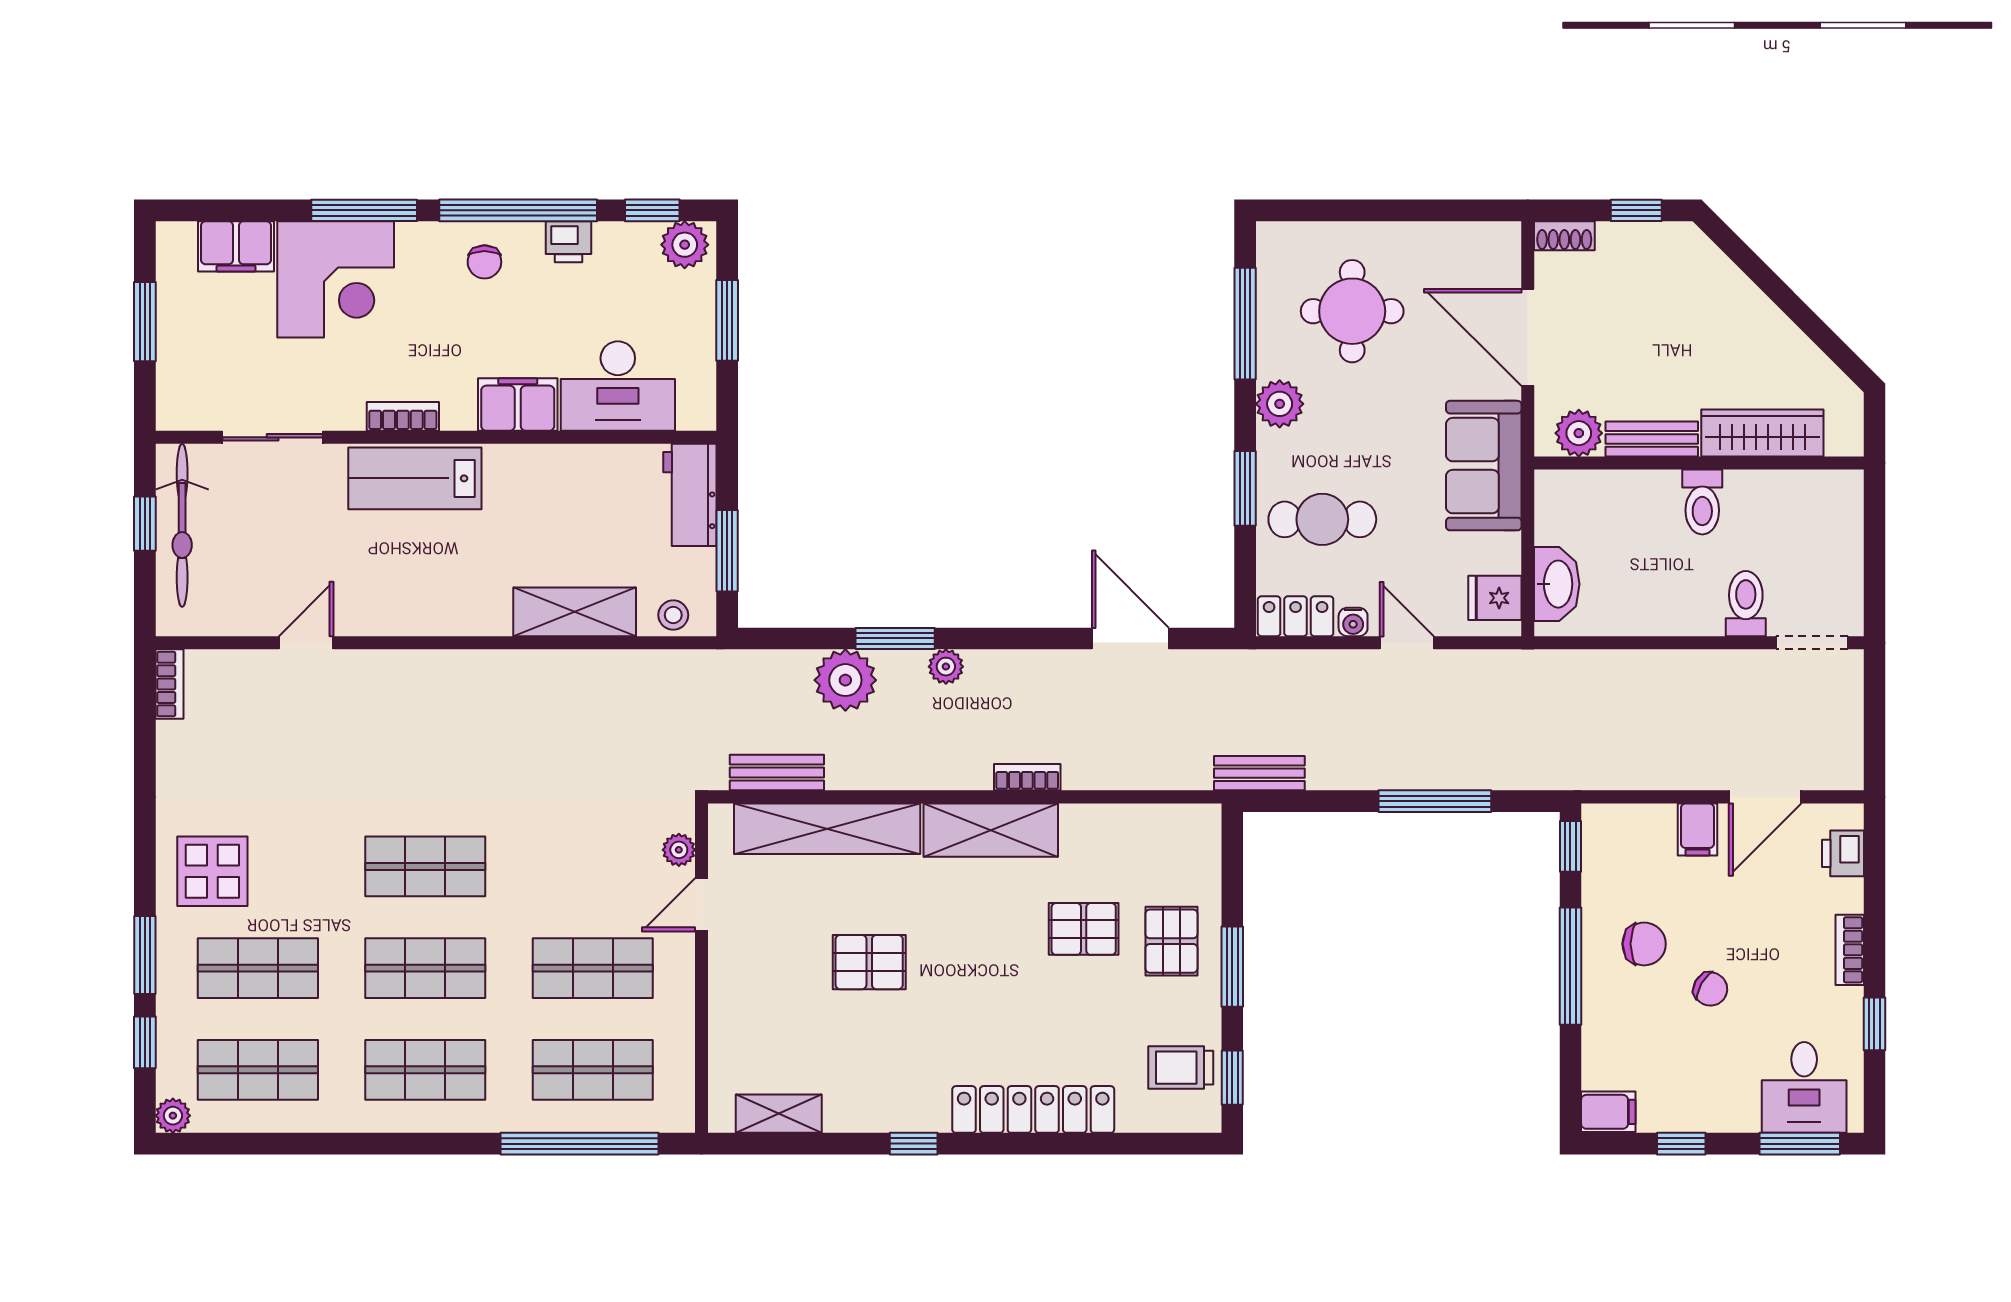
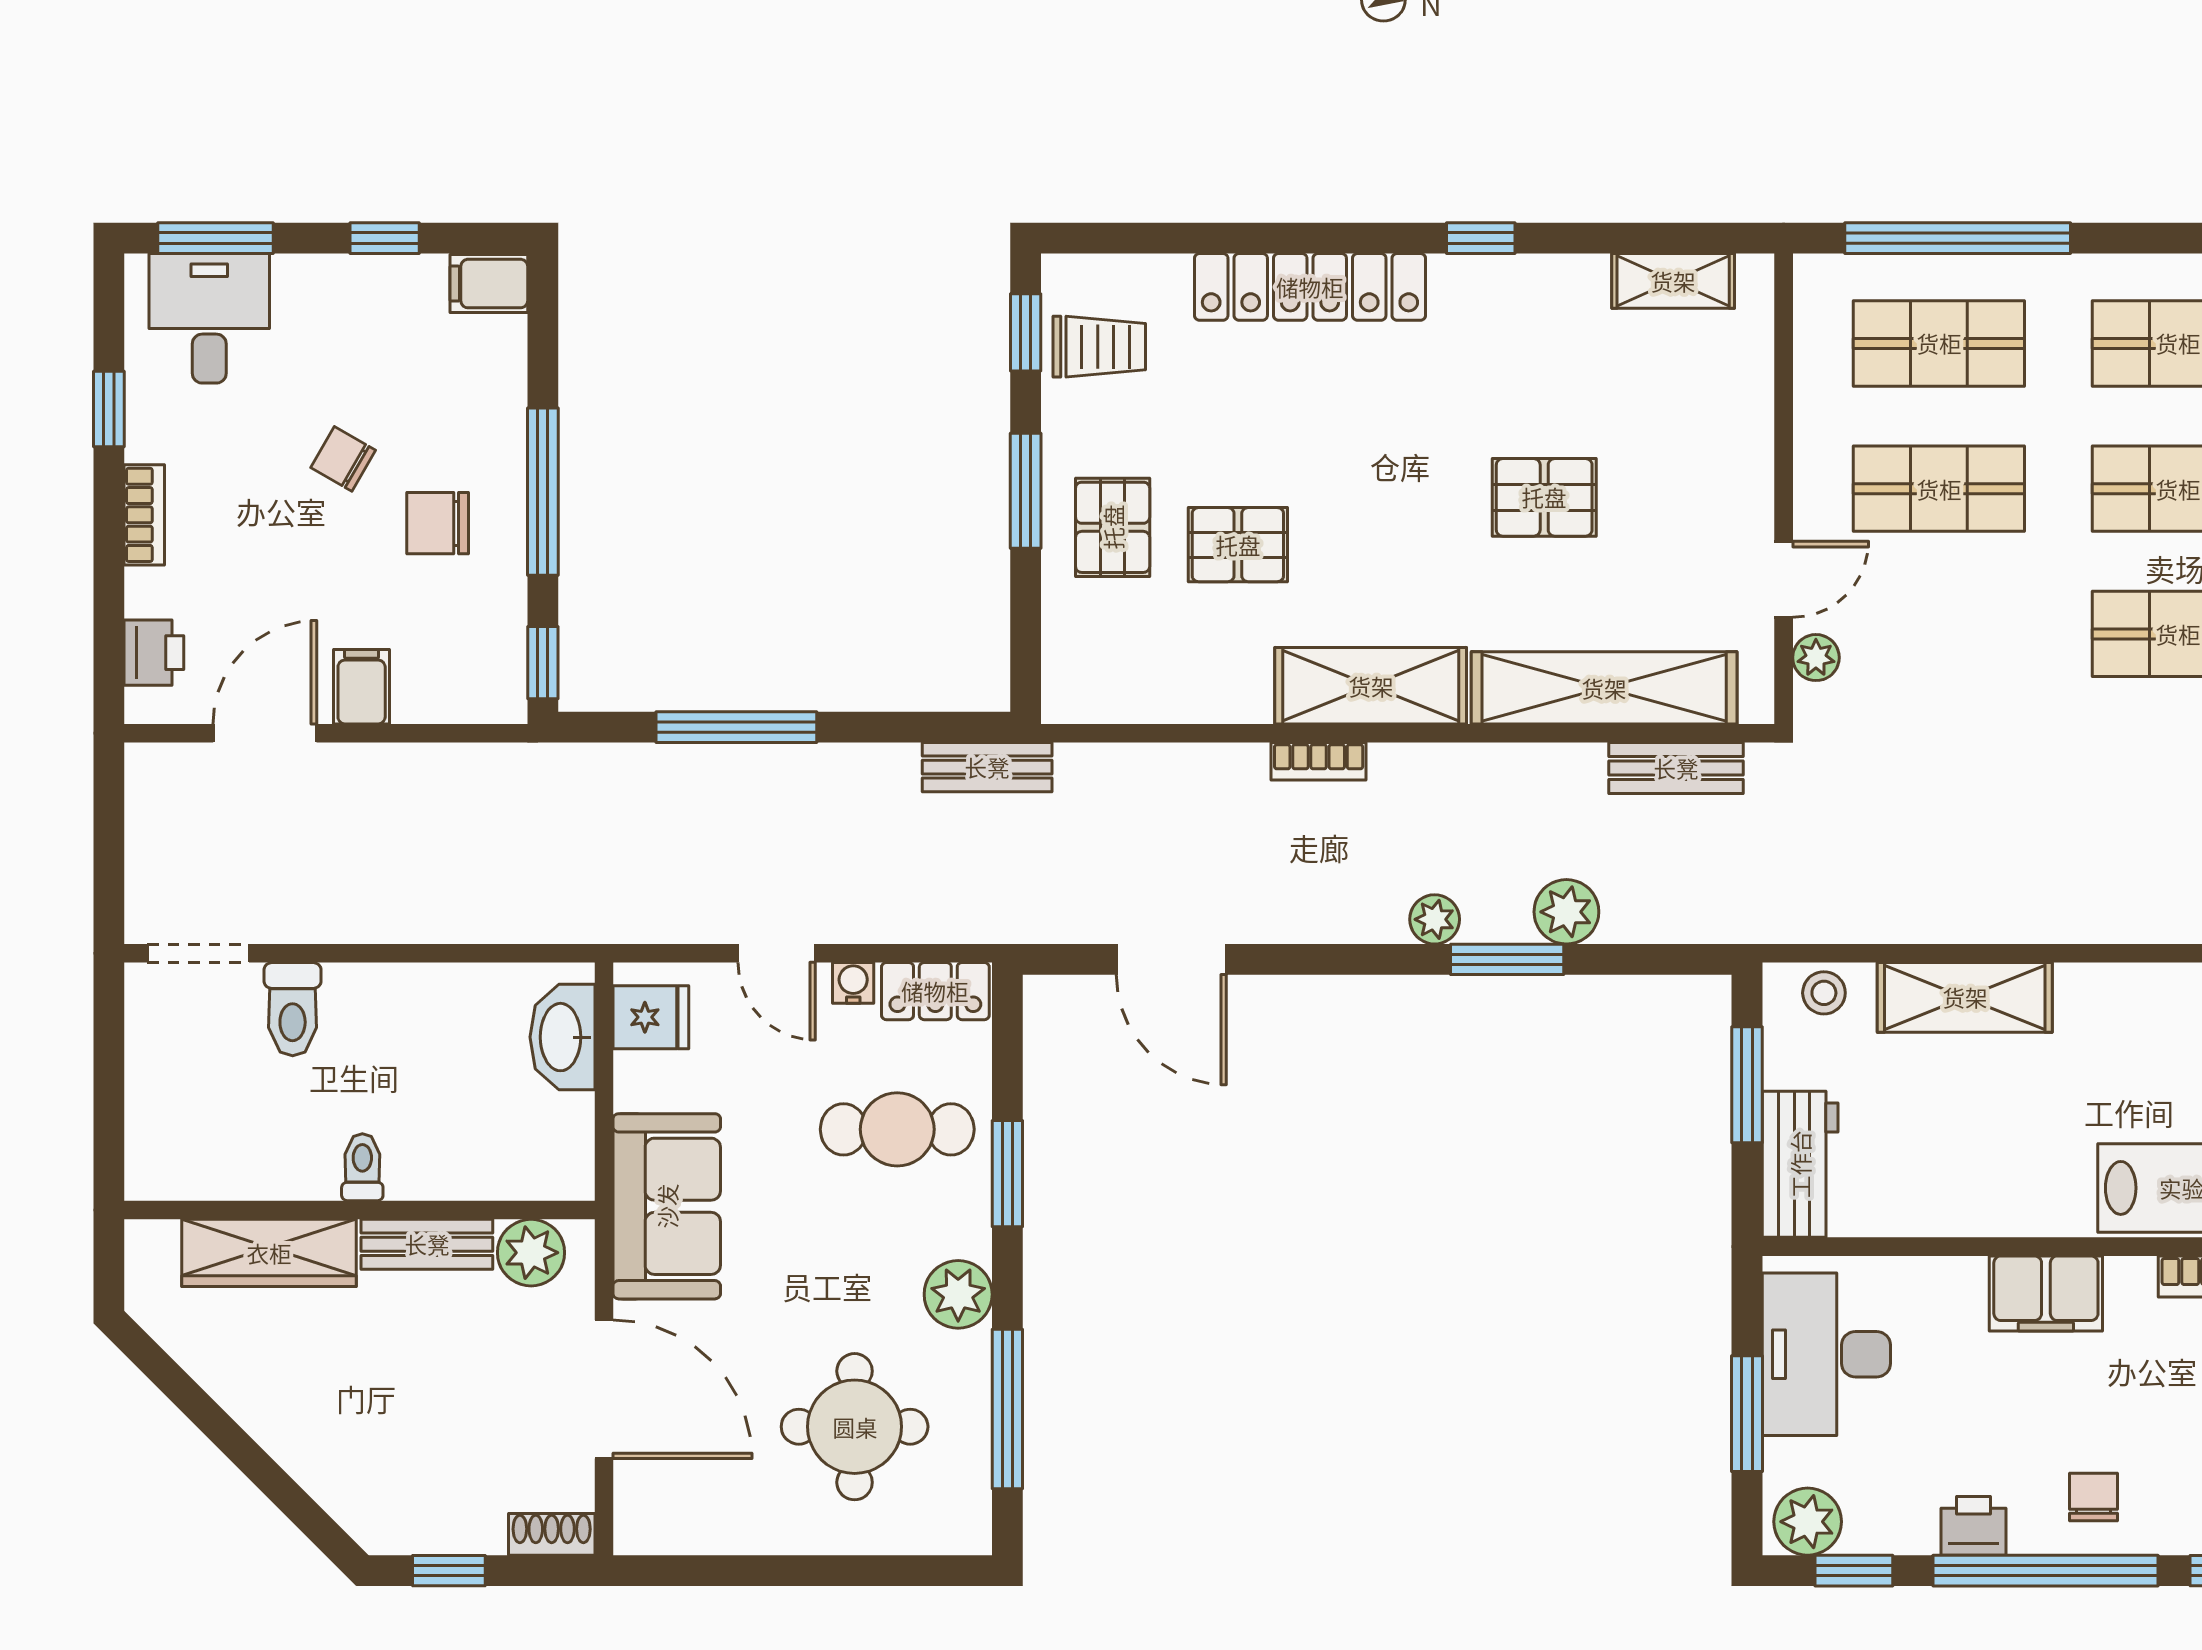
desk: (618, 386) -> (1826, 1354), moved, turned -90
toilet: (1702, 502) -> (362, 1167), width x0.73, depth x0.72
plant: (845, 680) -> (1566, 912), width x0.73, depth x0.73

